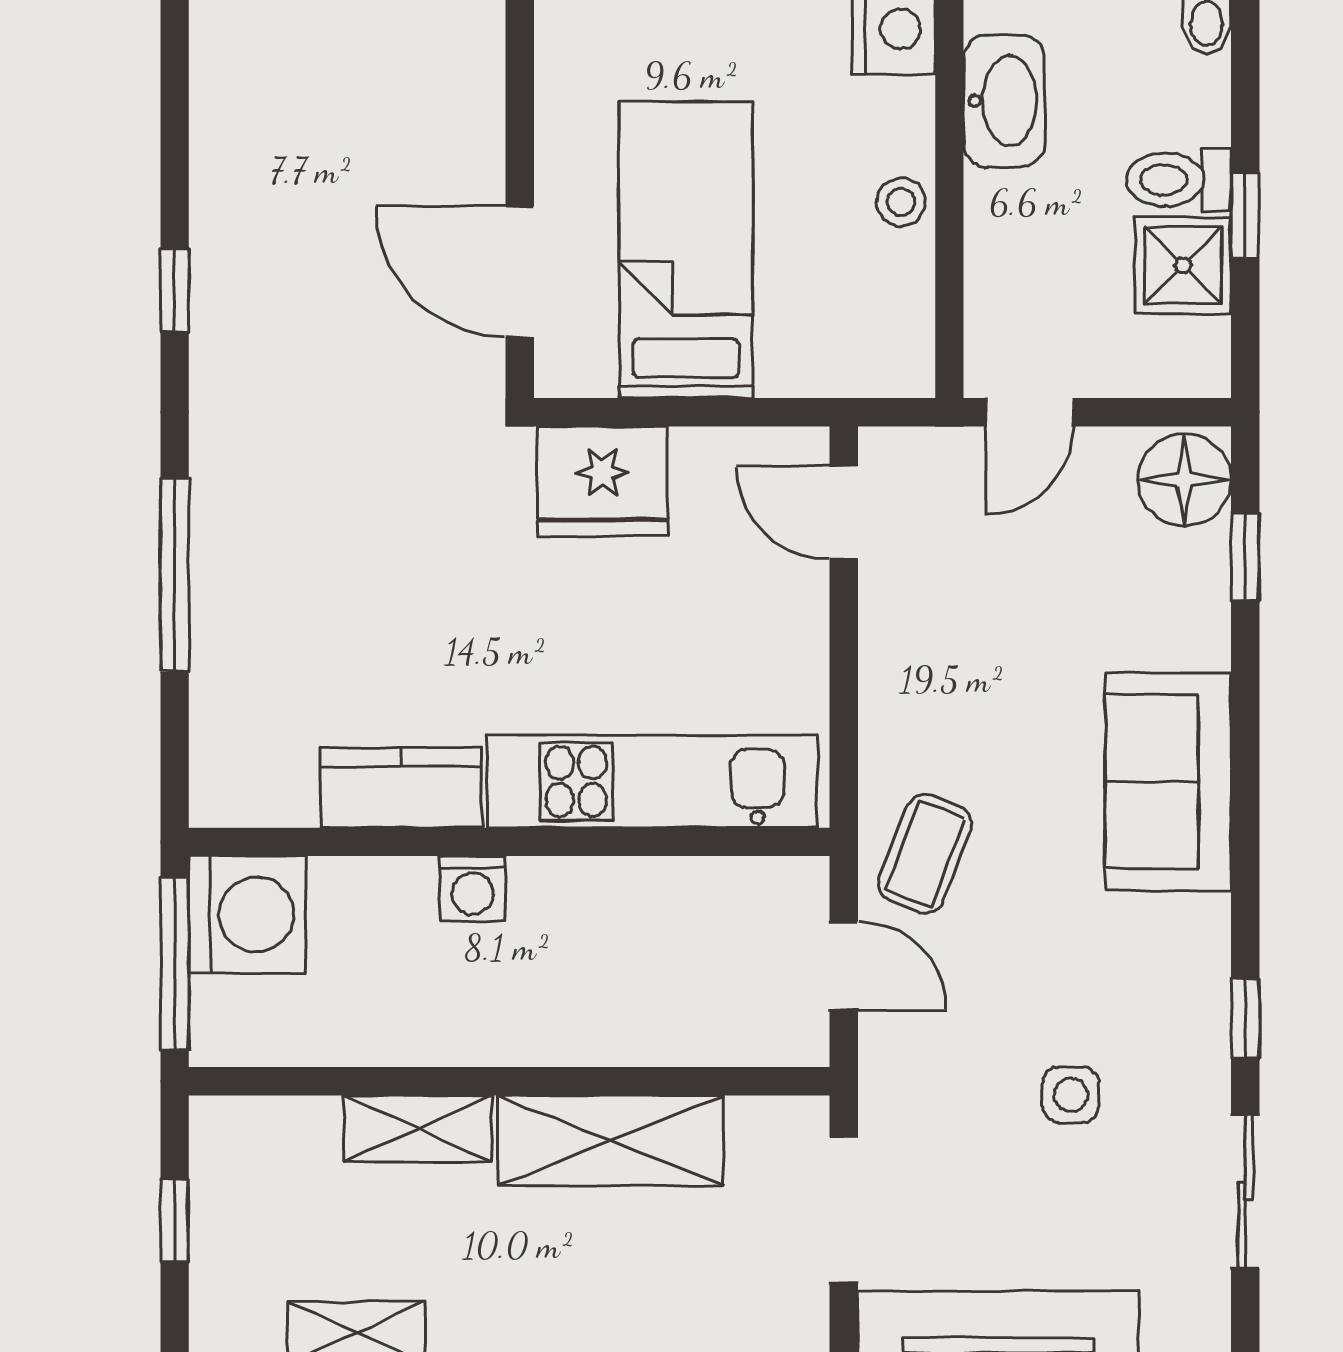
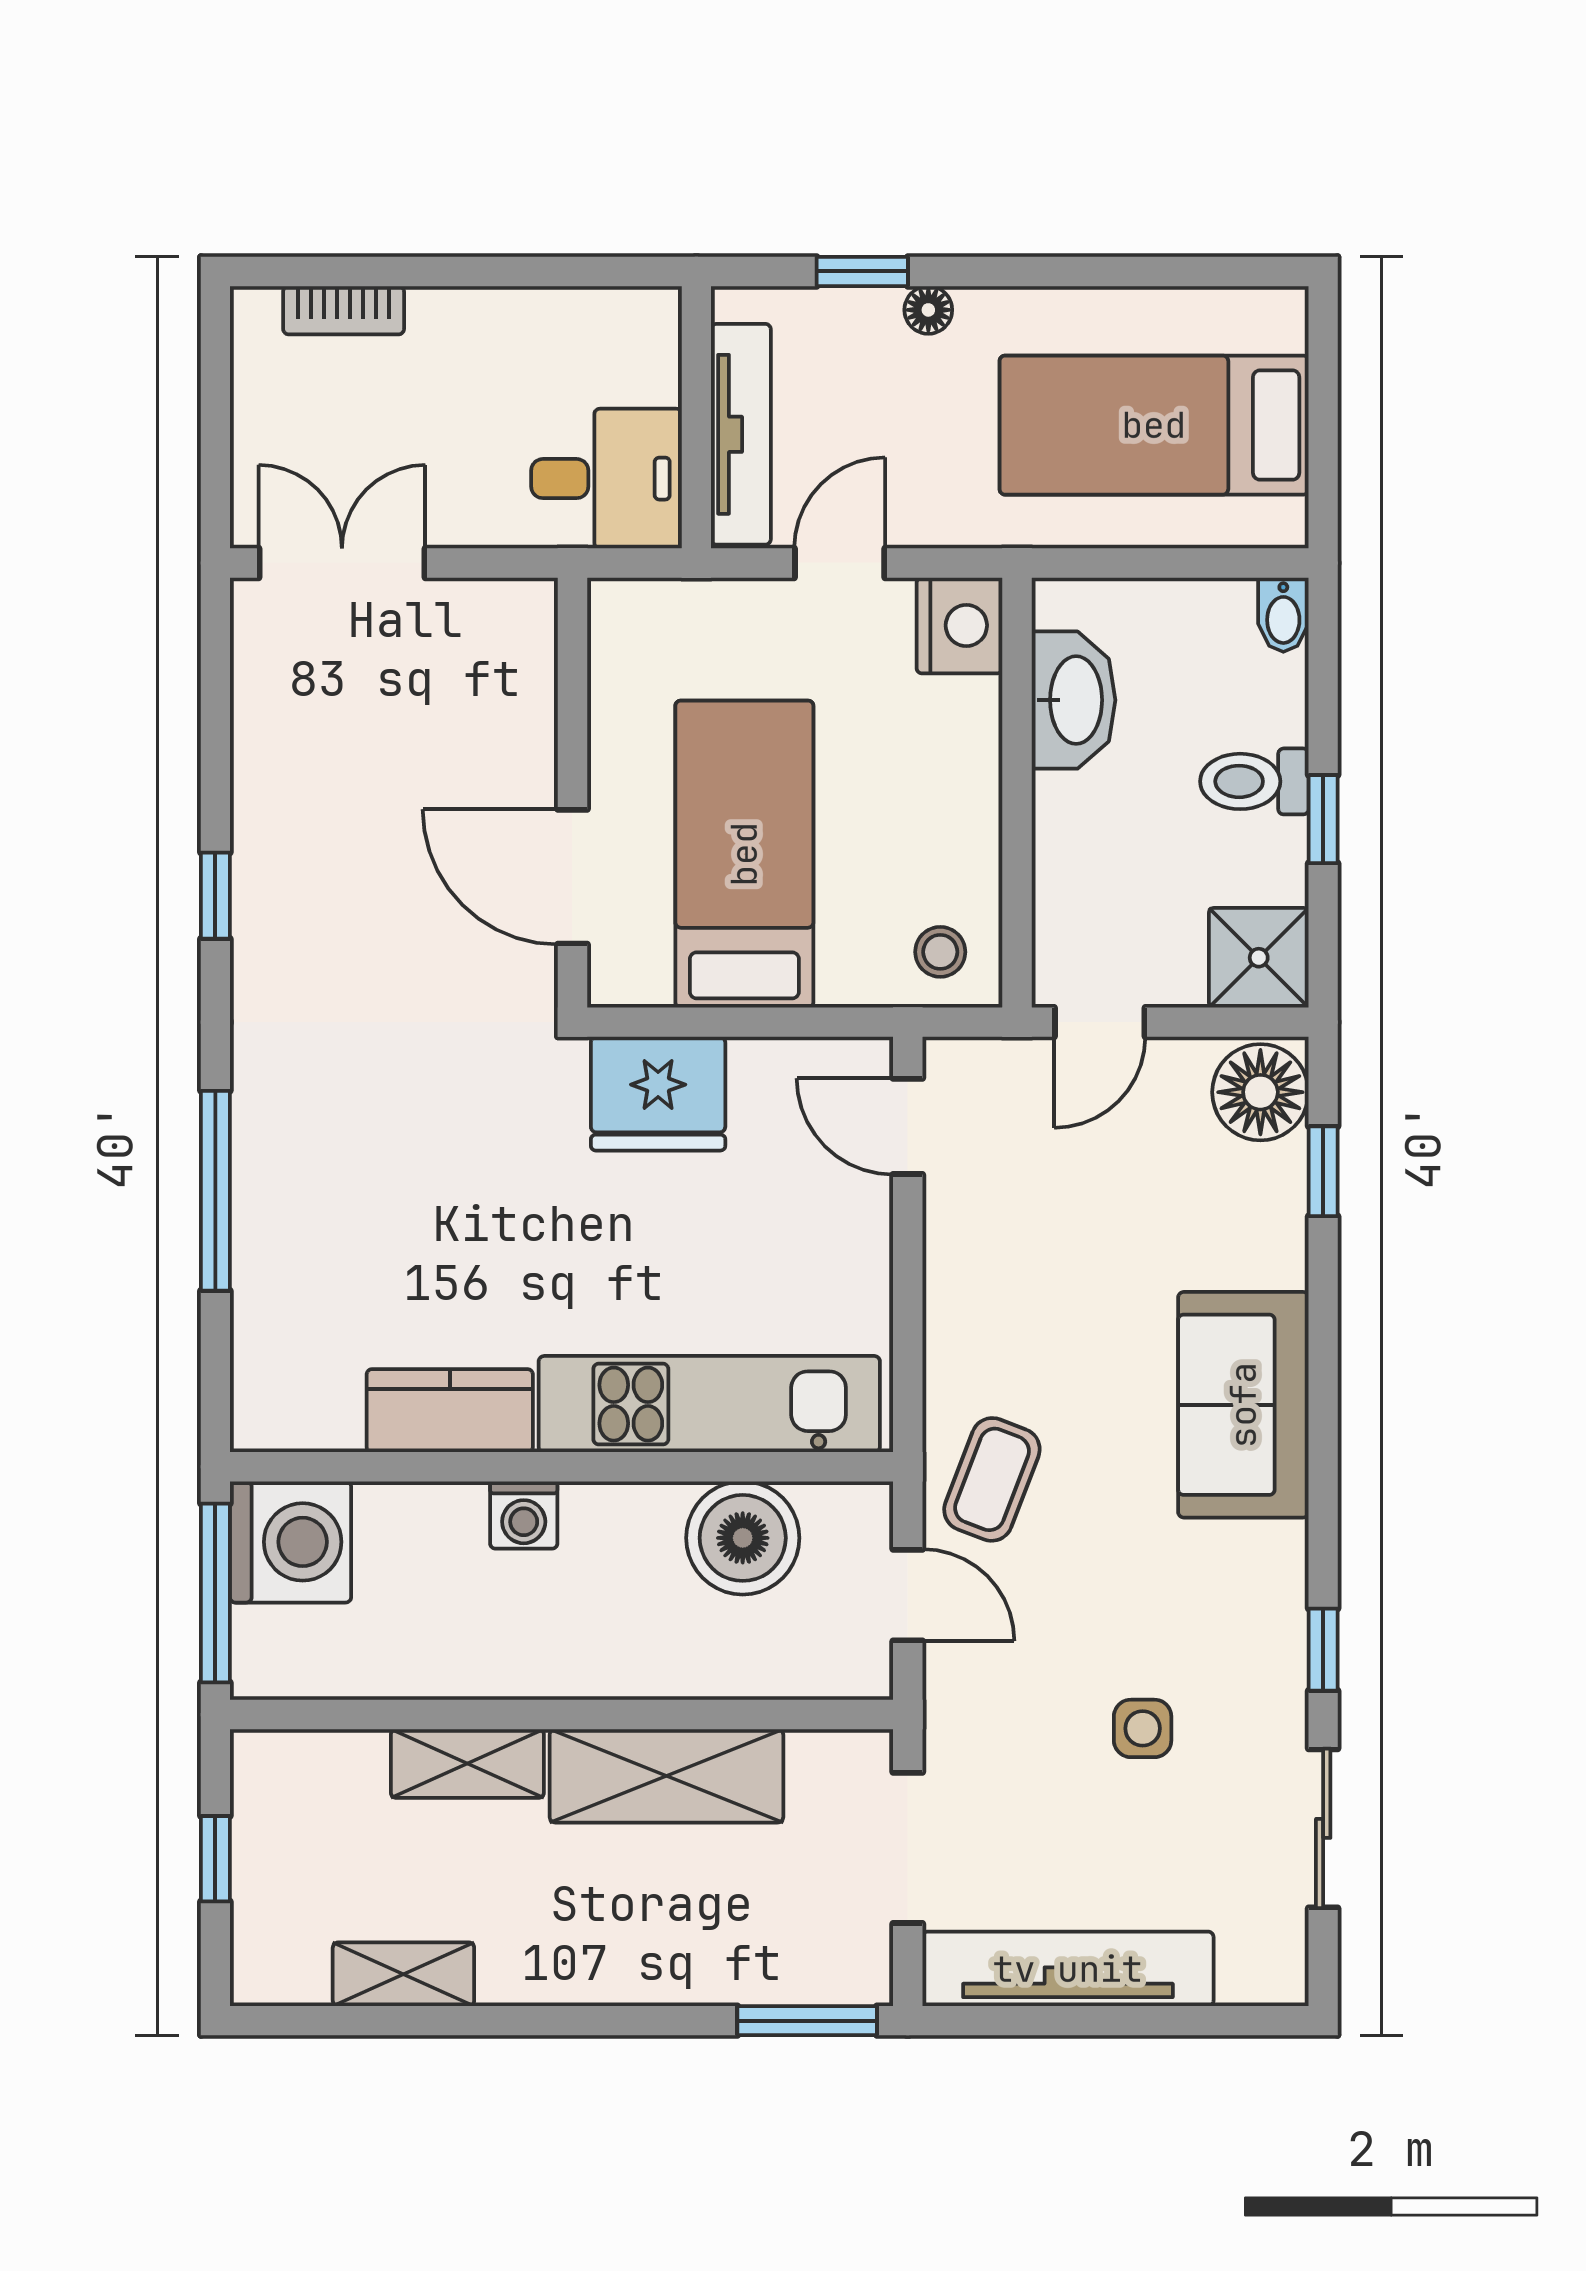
stool: (901, 202) -> (940, 952), moved
shower: (1183, 265) -> (1259, 958), moved
boiler: (684, 911) -> (743, 1538), added

